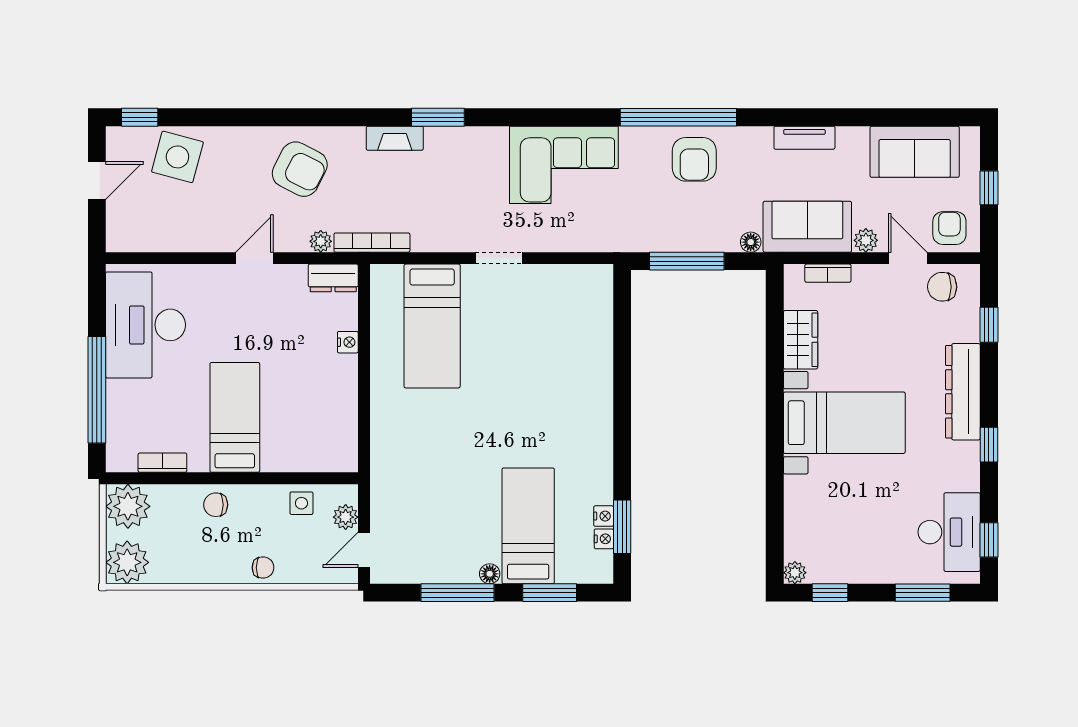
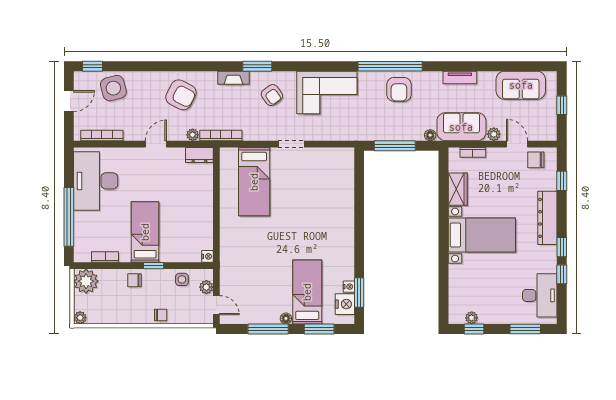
side table: (177, 157) -> (113, 88), turned -30
armchair: (949, 228) -> (272, 95), moved, turned 144
bookcase: (157, 243) -> (102, 135), added
nightstand: (348, 342) -> (208, 256), moved
window: (250, 478) -> (154, 266), added
nightstand: (604, 539) -> (345, 304), width x1.89, depth x1.79
window: (989, 540) -> (562, 274), moved
door: (364, 550) -> (216, 305), swing flipped
plant: (127, 562) -> (80, 318), width x0.53, depth x0.53
plant: (795, 573) -> (472, 318), moved

